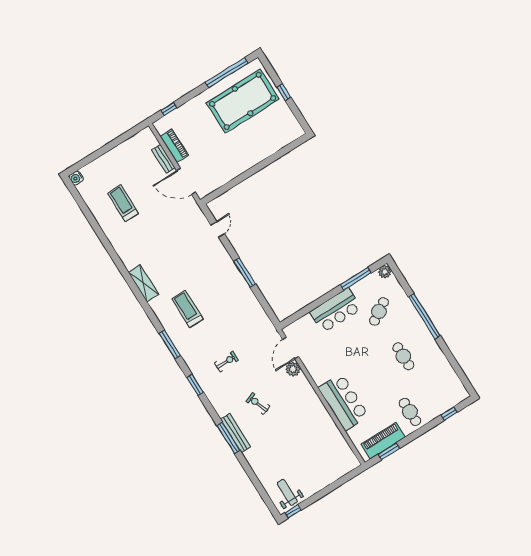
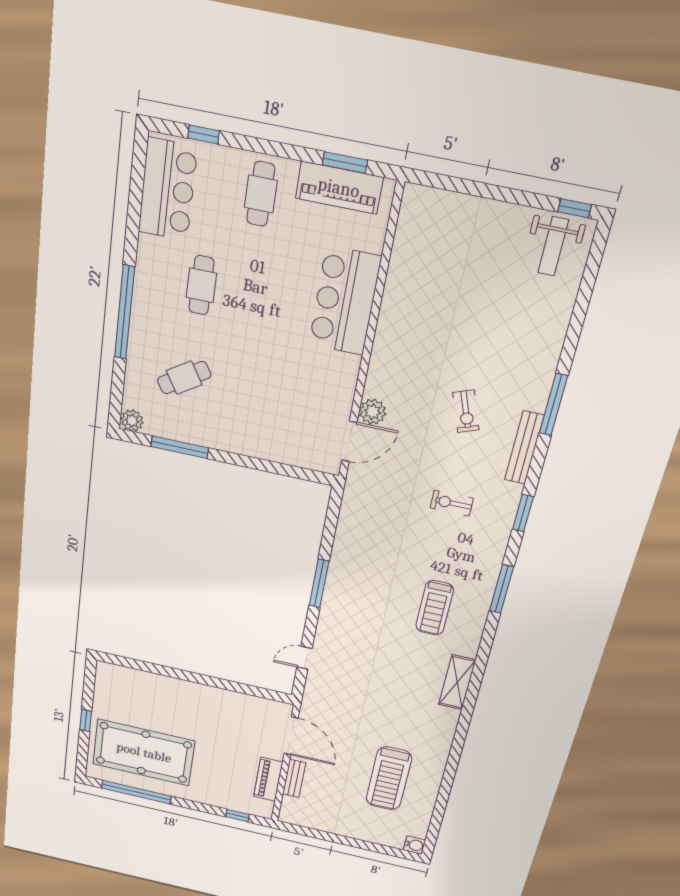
treadmill: (123, 203) -> (389, 778), width x1.37, depth x1.38
bar counter: (336, 310) -> (168, 190), moved, turned 90
bench: (236, 433) -> (524, 448), moved

